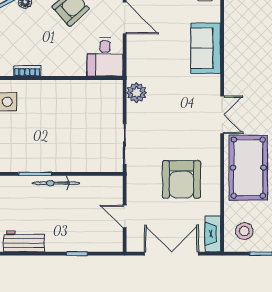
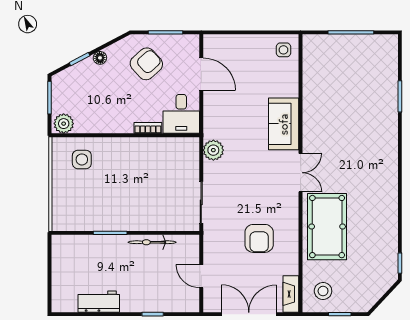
sofa: (206, 48) -> (284, 124), moved
bookcase: (27, 71) -> (148, 128), moved
armchair: (181, 179) -> (259, 238), width x0.73, depth x0.73
bicycle: (56, 183) -> (152, 242), moved

